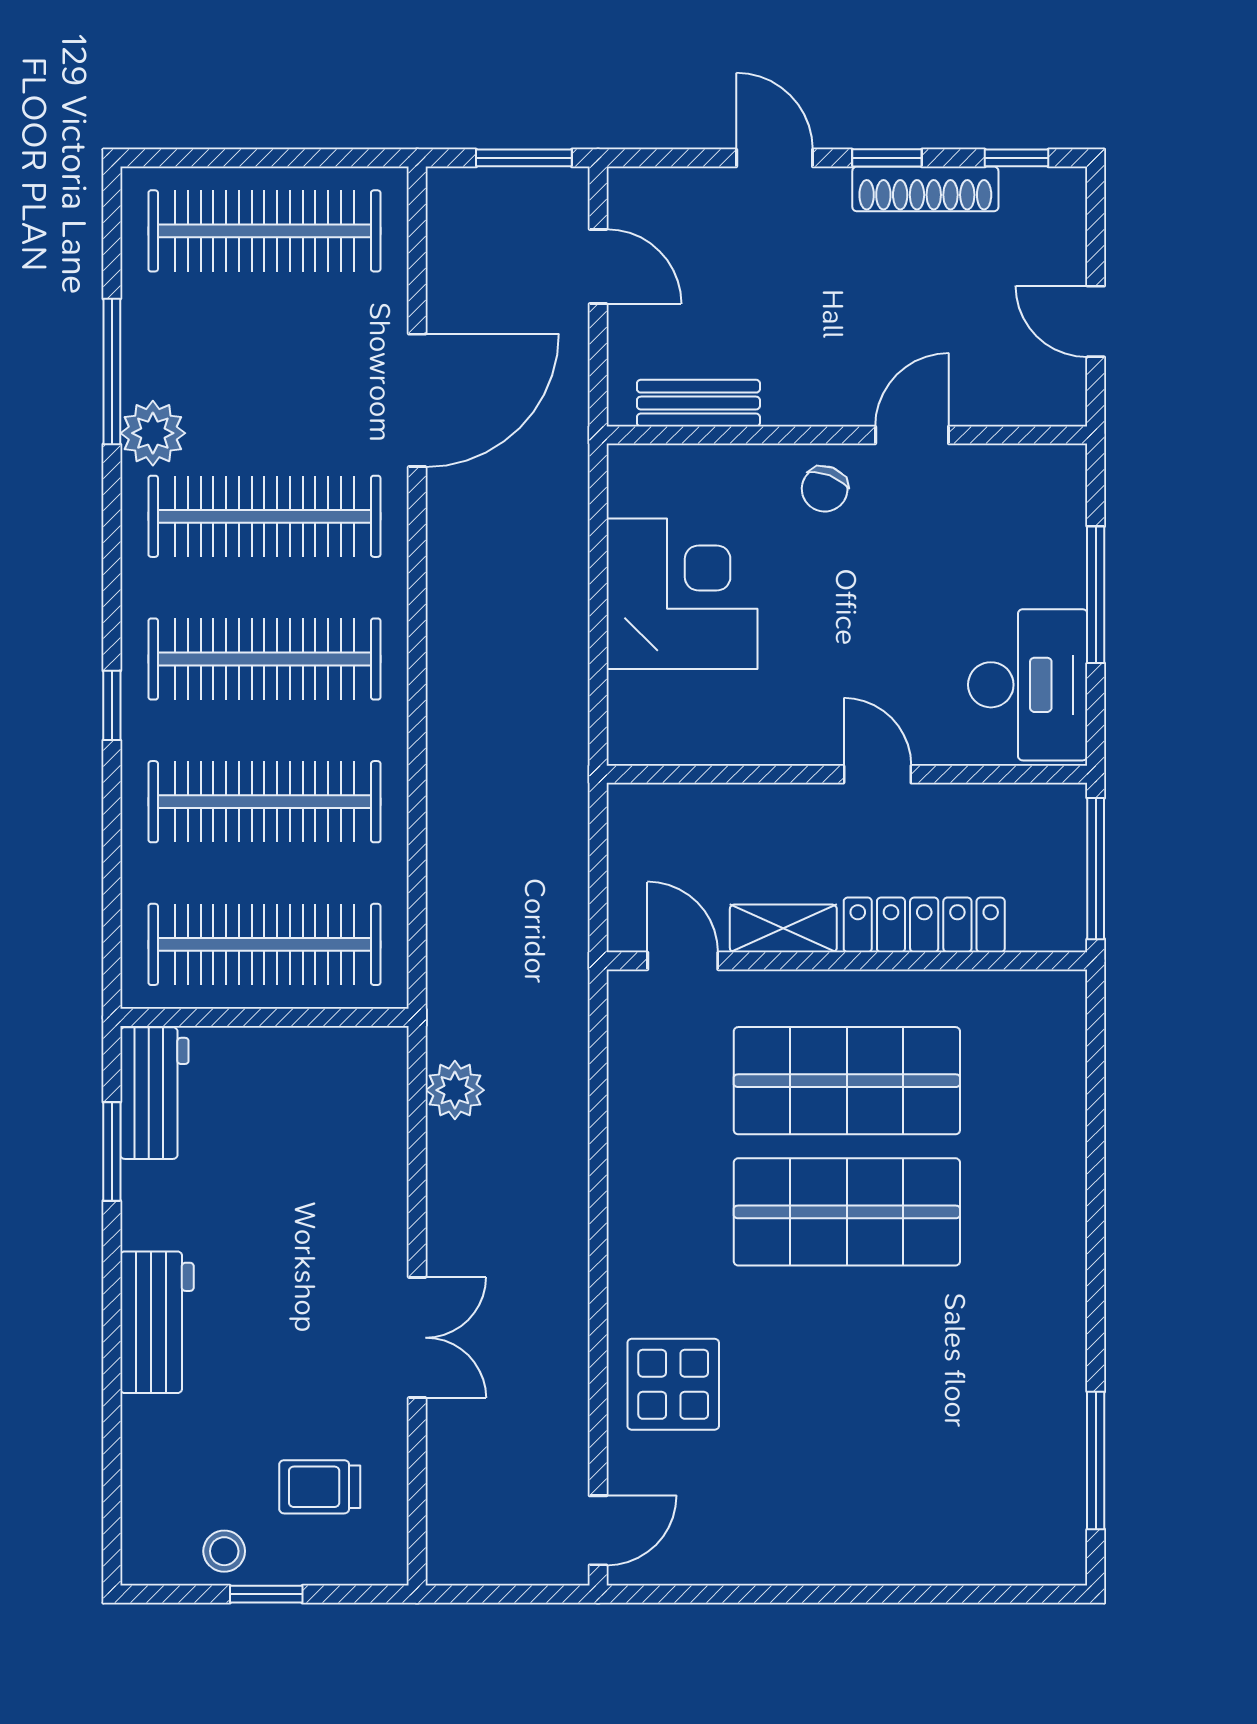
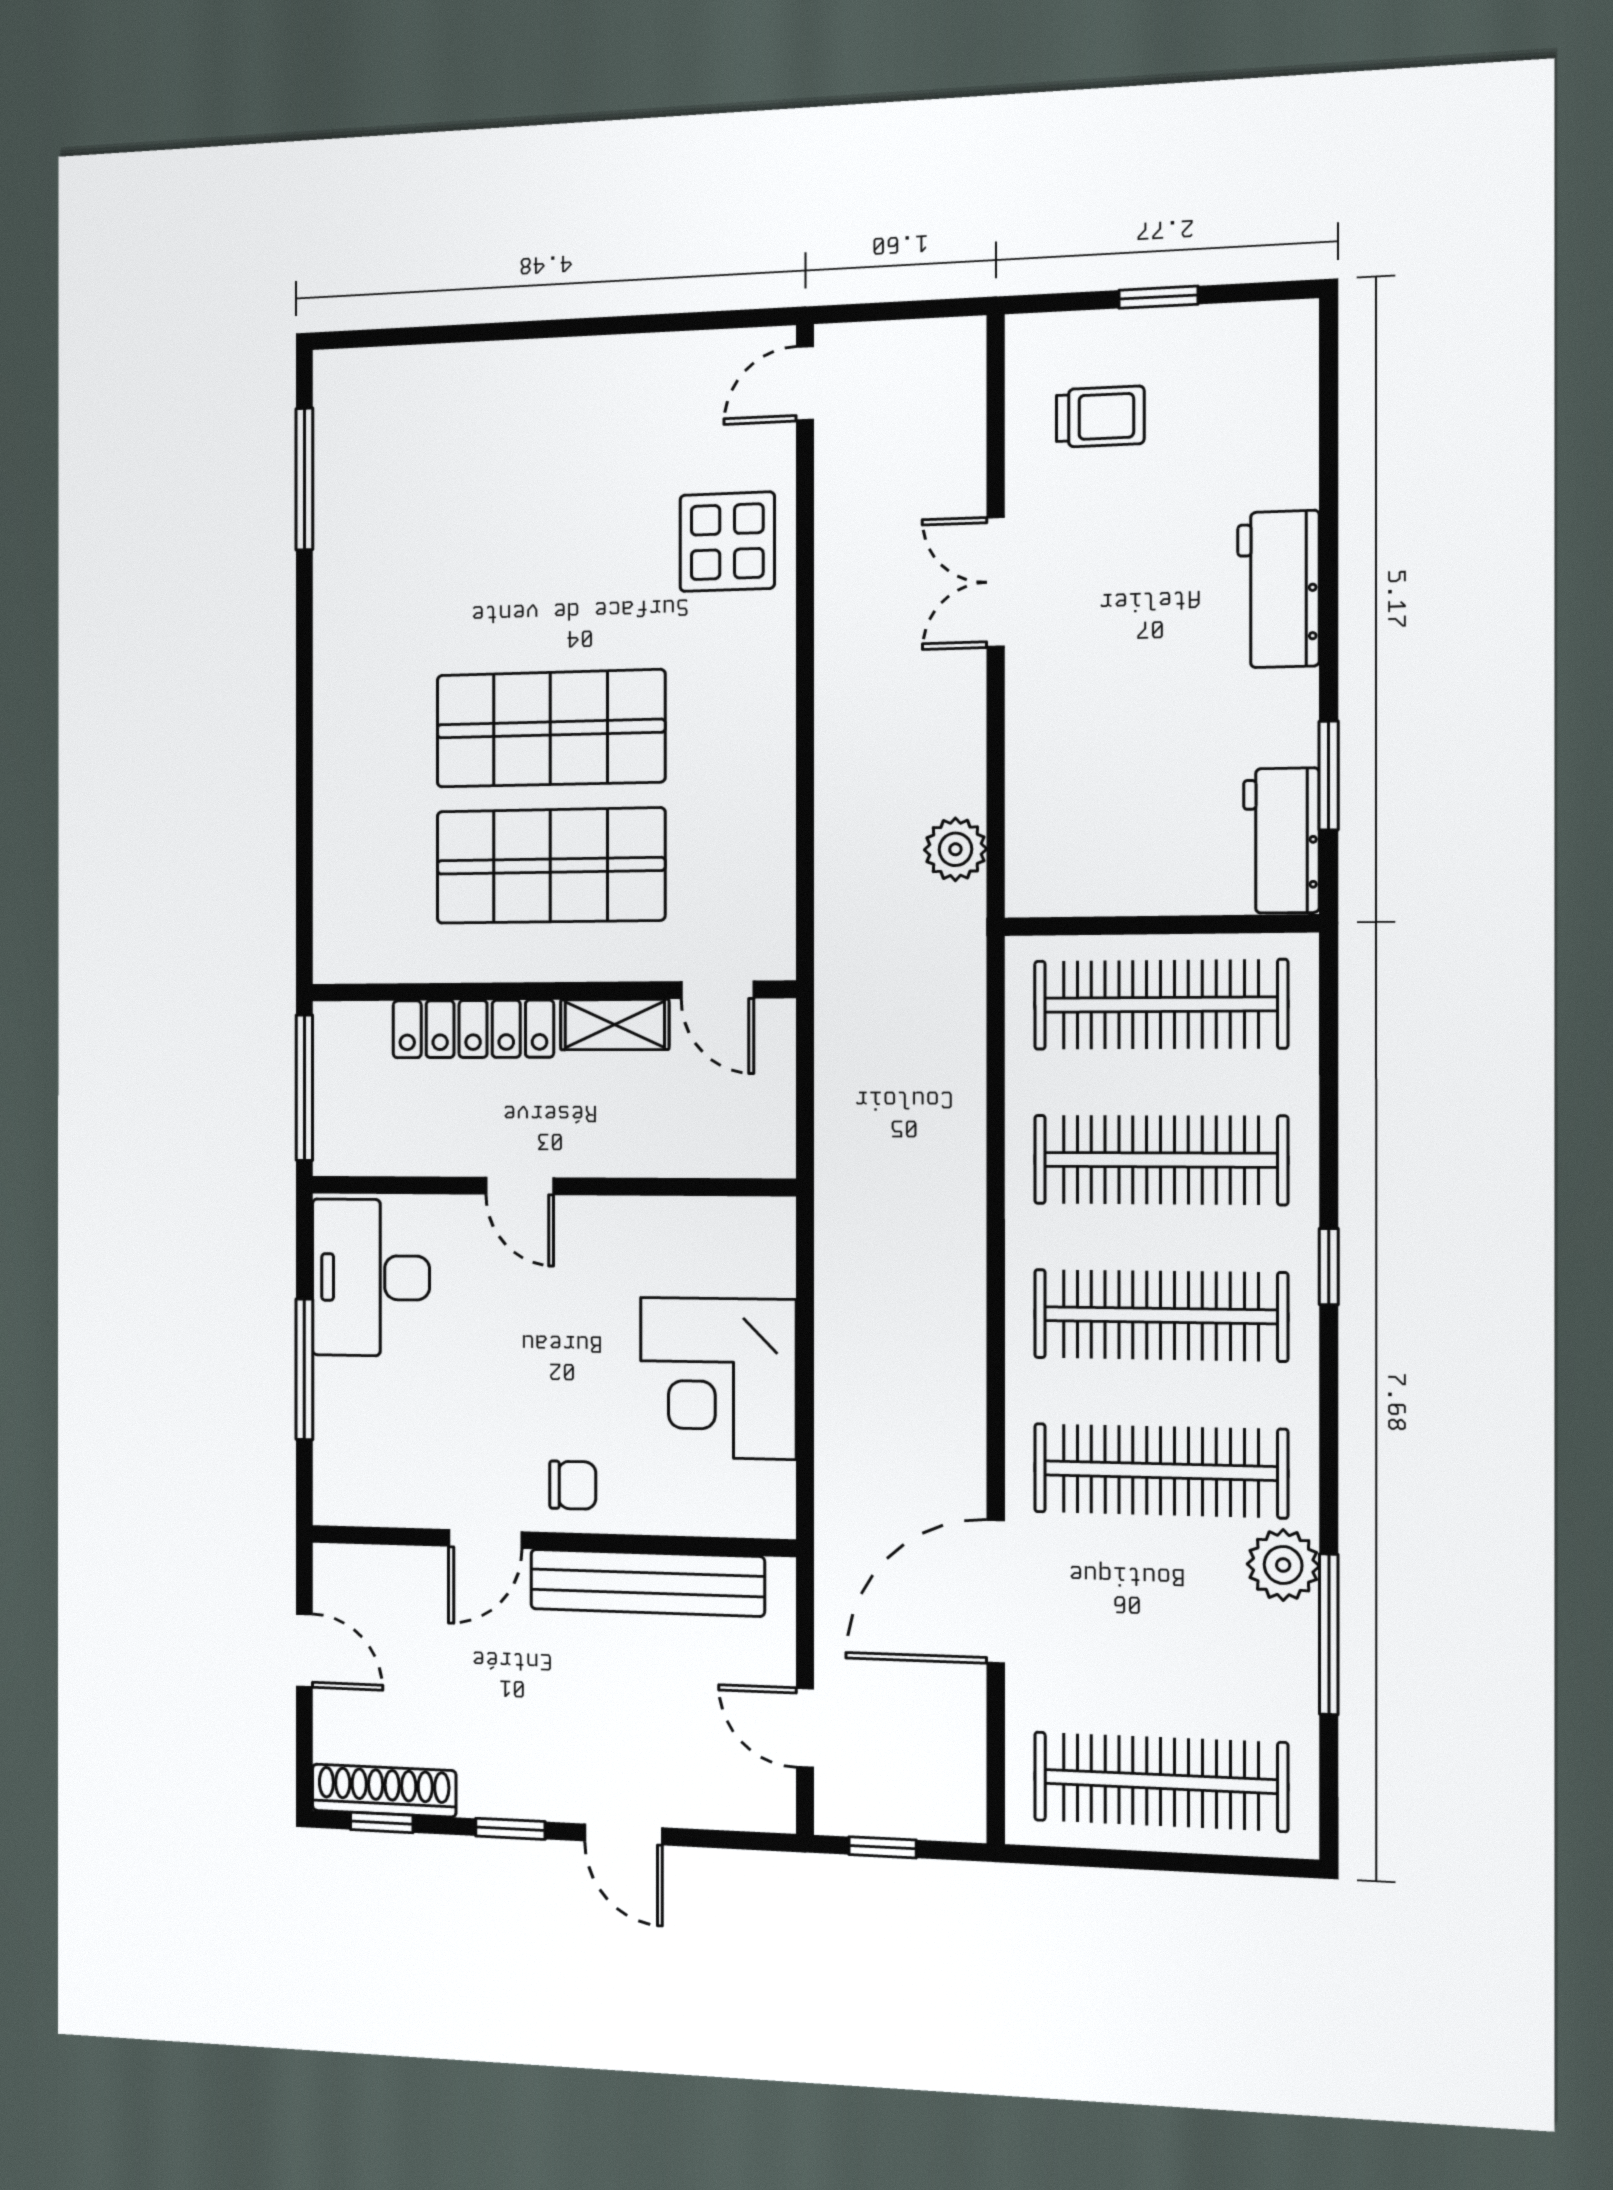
window: (524, 158) -> (883, 1847), width x0.67
shoe rack: (925, 189) -> (384, 1791), moved
bench: (698, 403) -> (647, 1583), width x1.86, depth x1.21
chair: (825, 489) -> (573, 1485), turned 69
stool: (224, 1551) -> (1204, 342), removed

